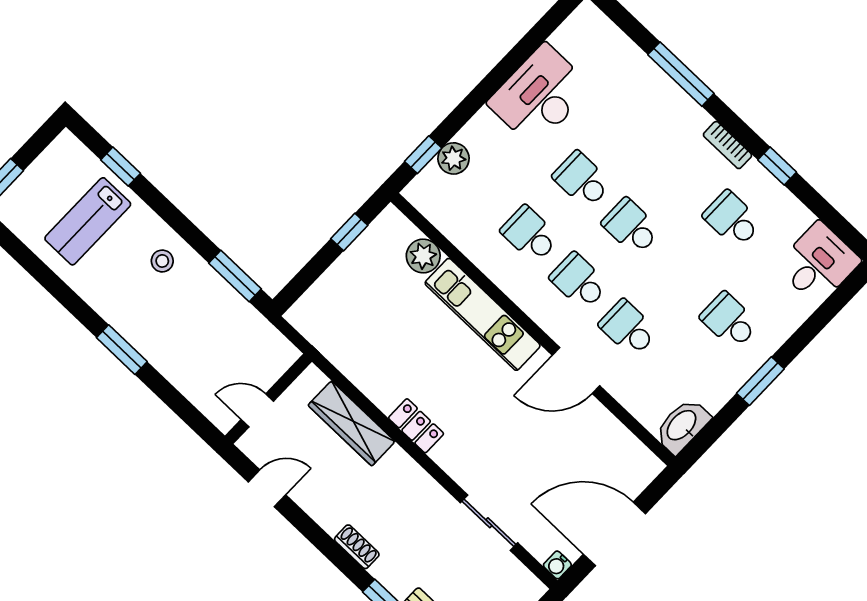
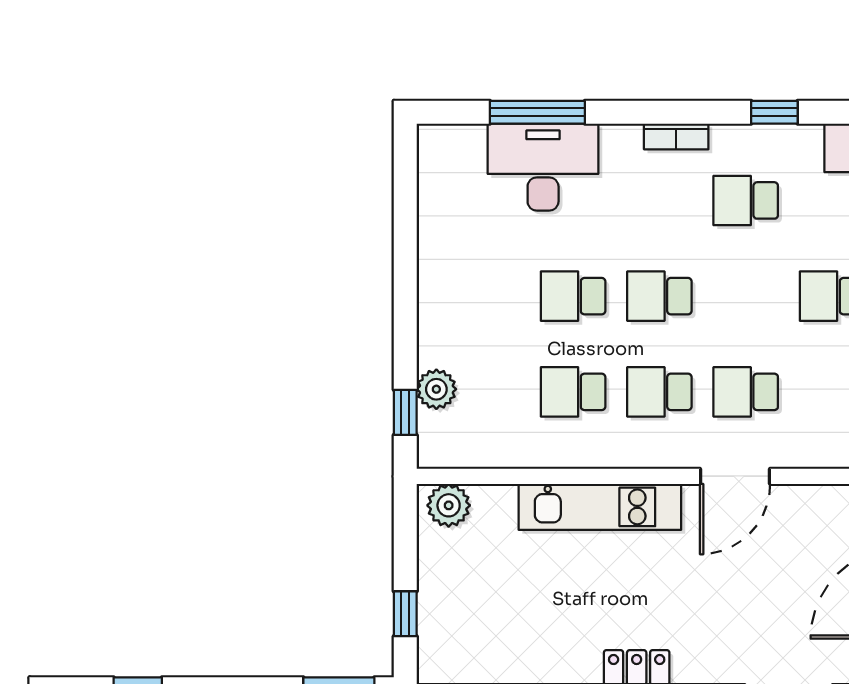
window: (681, 74) -> (537, 112), moved
desk: (540, 95) -> (543, 167), moved, turned 90
window: (777, 166) -> (774, 112), moved
window: (349, 232) -> (405, 614), moved
plant: (423, 256) -> (449, 505), moved

